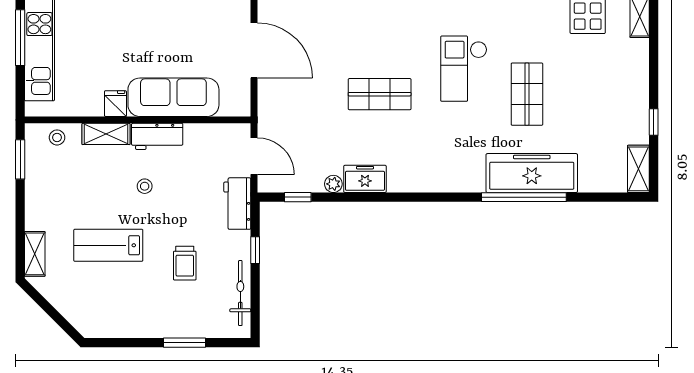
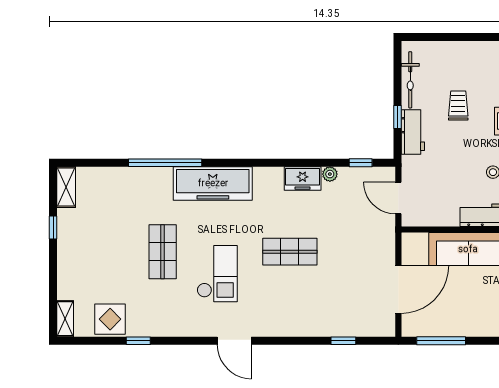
door: (254, 50) -> (398, 290), swing flipped
freezer: (532, 173) -> (213, 183), moved
workbench: (237, 204) -> (413, 132), moved
window: (184, 343) -> (458, 37), removed

